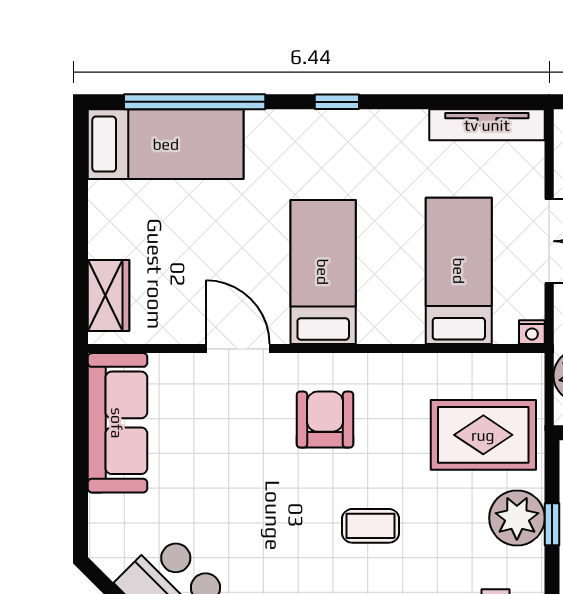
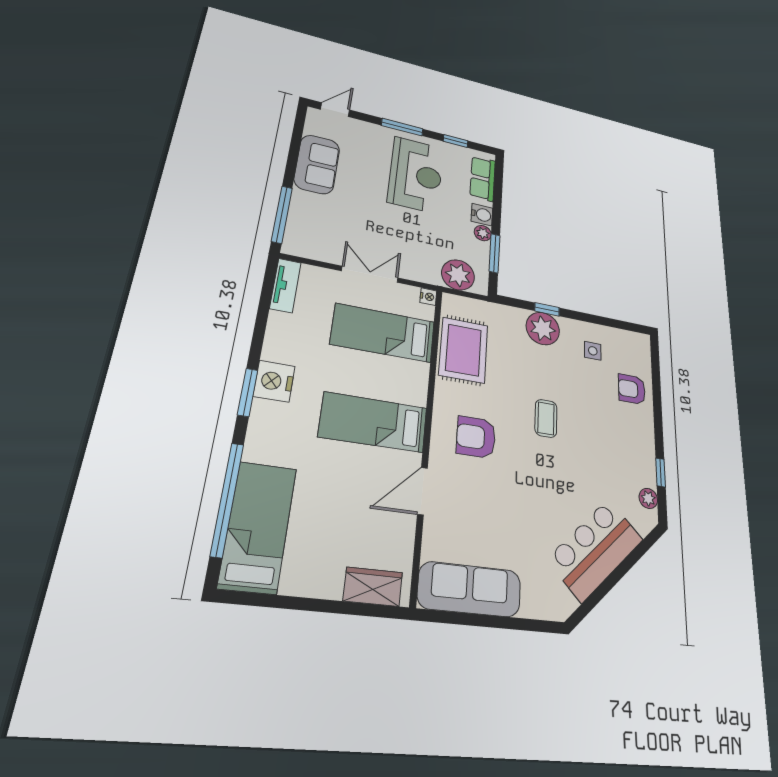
window: (337, 102) -> (248, 392), width x1.50
tv unit: (487, 125) -> (285, 285), width x0.71
nightstand: (359, 133) -> (274, 381), added
rug: (483, 435) -> (464, 350), moved

